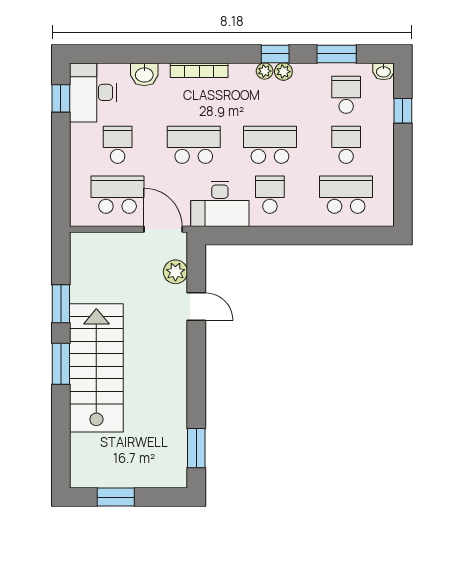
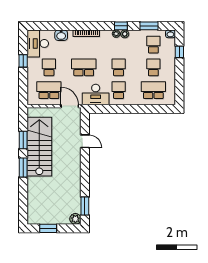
window: (61, 98) -> (23, 61), moved
school desk: (270, 145) -> (119, 67), width x0.54
plant: (175, 272) -> (75, 219), moved
stairs: (96, 368) -> (39, 147), moved

